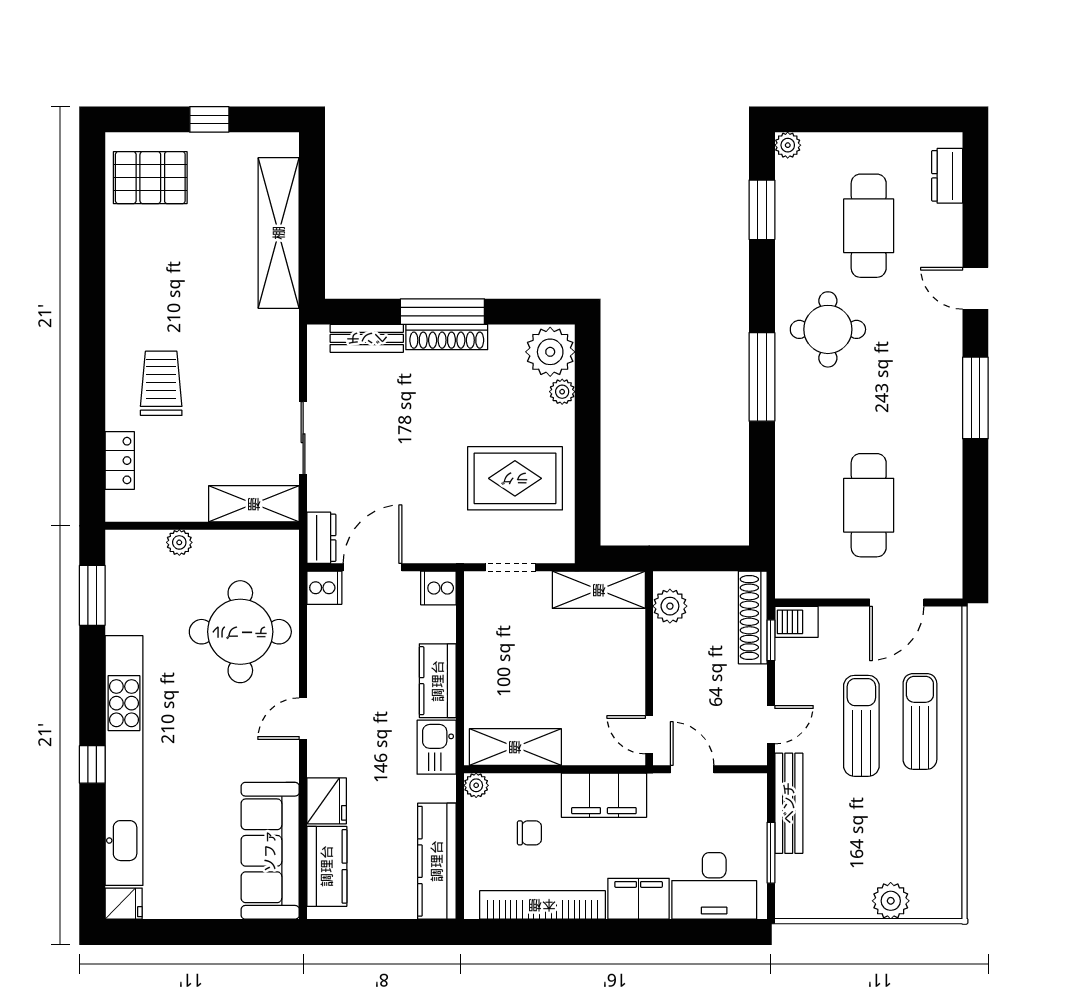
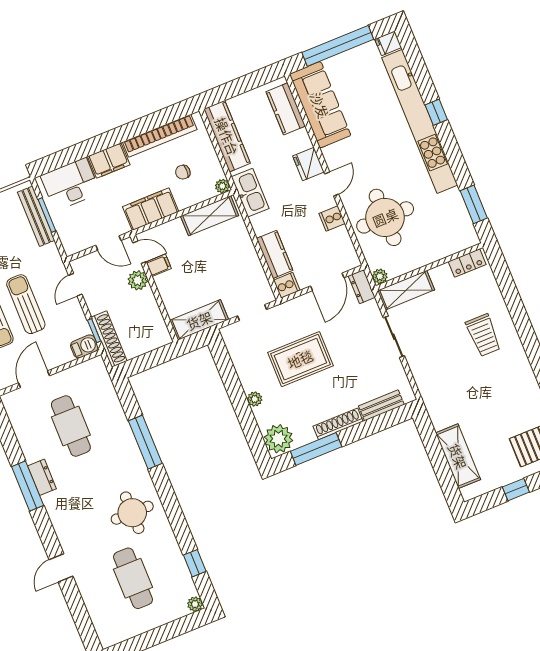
dresser: (947, 176) -> (42, 477), moved
window: (762, 210) -> (195, 563), width x0.67
shelving: (279, 233) -> (458, 456), width x0.68
door: (975, 288) -> (61, 568), swing flipped
window: (442, 312) -> (316, 449), moved
window: (762, 377) -> (145, 442), moved
plant: (562, 392) -> (255, 399), moved
window: (975, 398) -> (28, 486), moved
locker: (120, 461) -> (467, 263), moved, turned -90
rug: (515, 478) -> (300, 359), moved
plant: (179, 542) -> (380, 276), moved
cooker: (324, 588) -> (332, 218), moved
plant: (670, 606) -> (138, 280), moved
kitchen counter: (438, 681) -> (275, 254), moved
filing cabinet: (627, 702) -> (159, 265), added
sun lounger: (861, 726) -> (26, 304), turned 180
kitchen sink: (437, 747) -> (250, 193), width x1.38
fridge: (327, 801) -> (308, 164), moved
bench: (789, 803) -> (36, 216), moved
window: (205, 932) -> (338, 46), added

